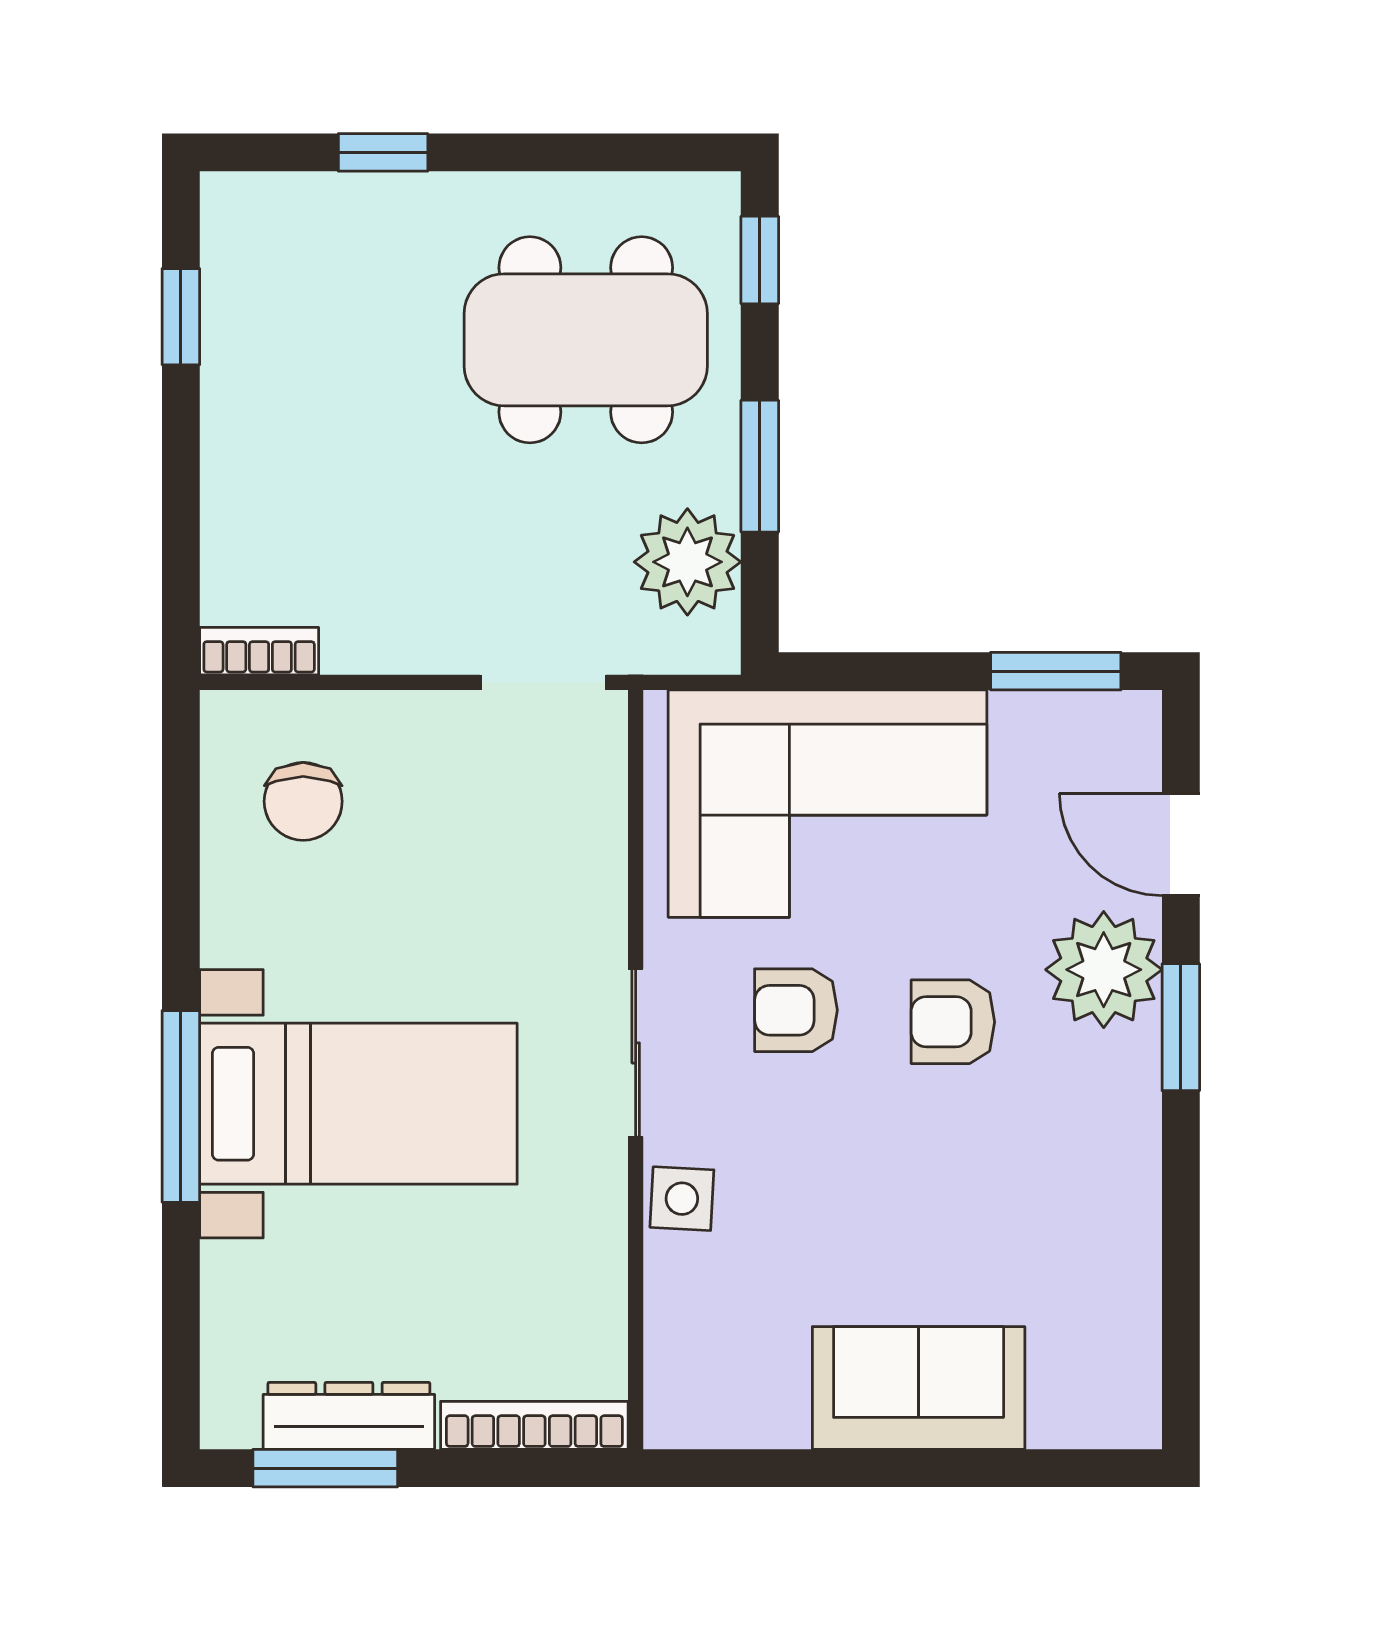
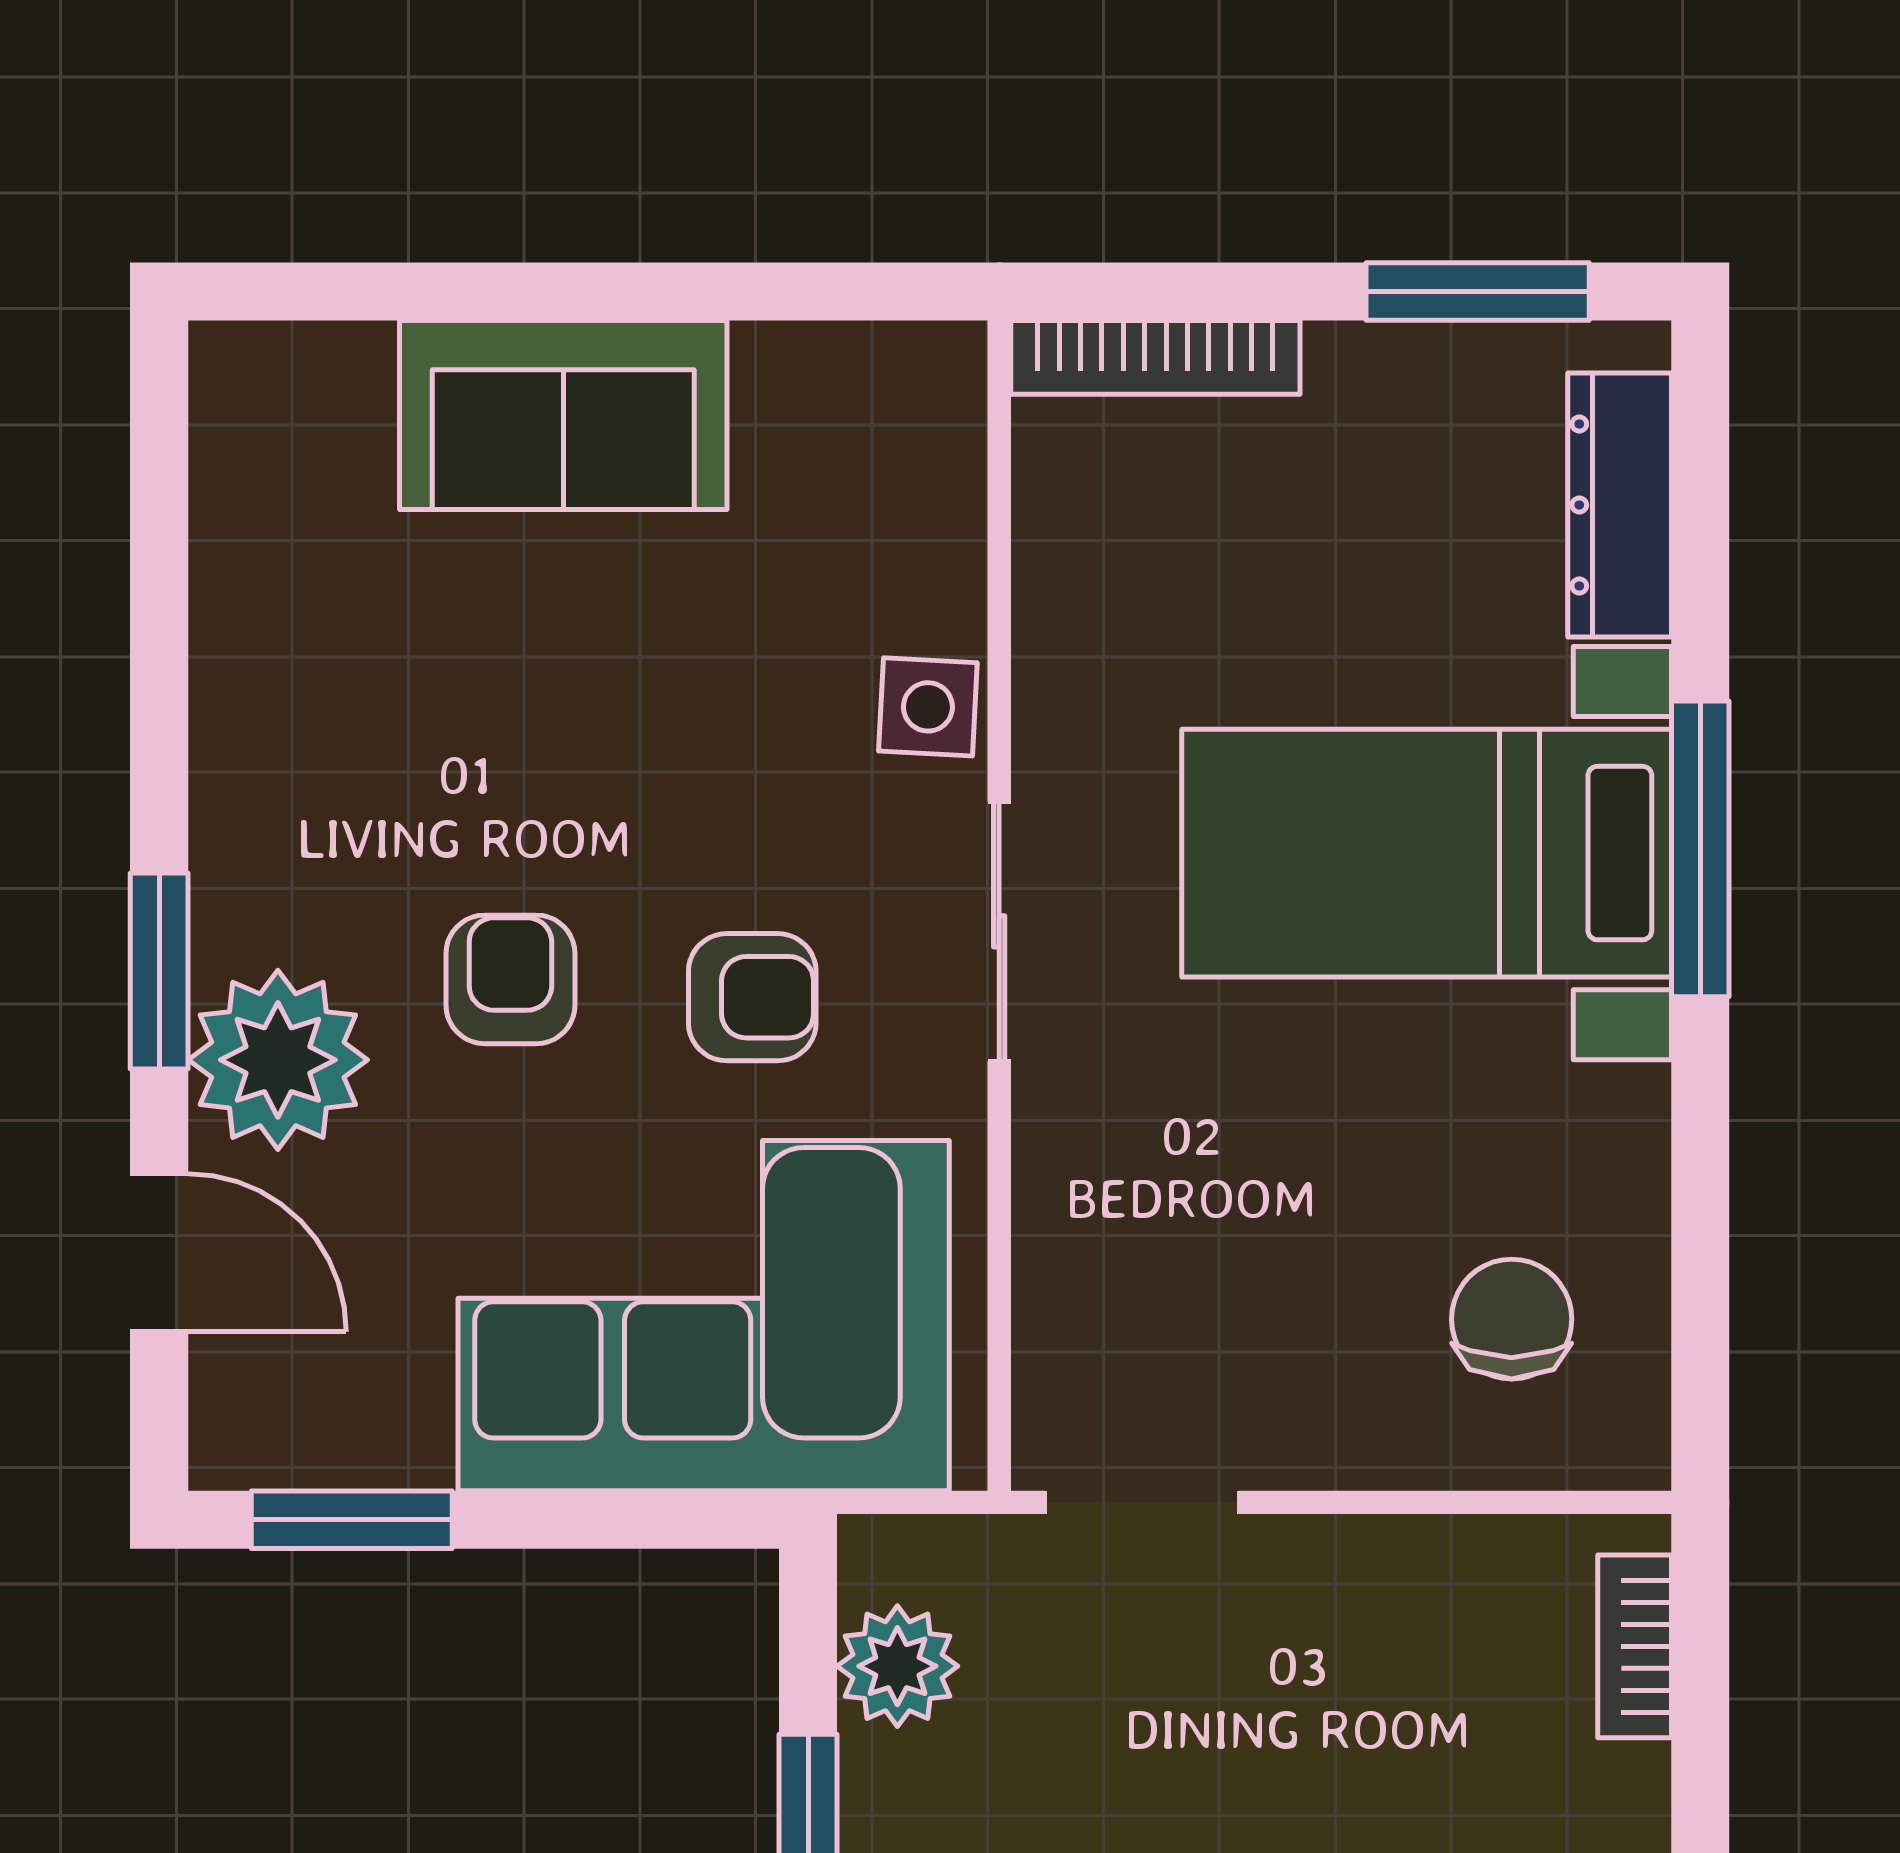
plant: (687, 562) -> (897, 1666), width x0.73, depth x0.73
bookcase: (259, 651) -> (1635, 1646), moved, turned 90
armchair: (953, 1022) -> (510, 979), turned -90
dresser: (349, 1416) -> (1620, 505), moved, turned 90

